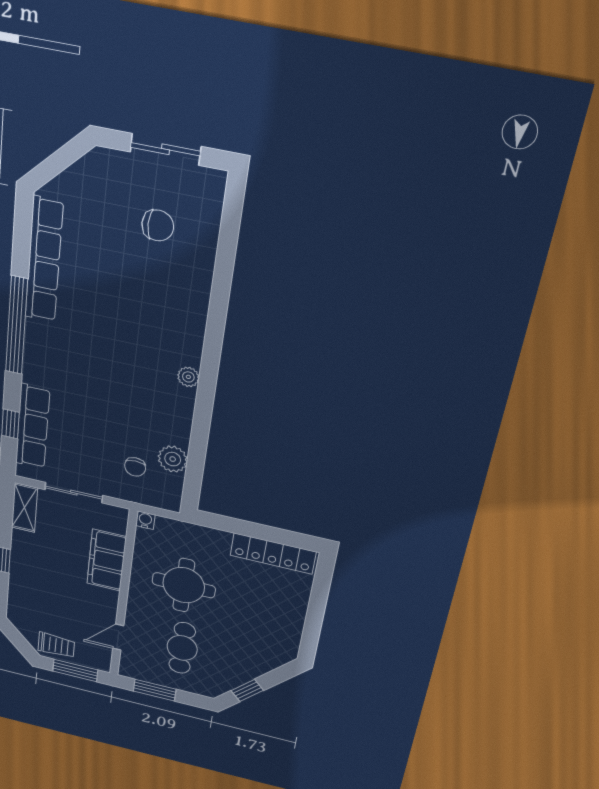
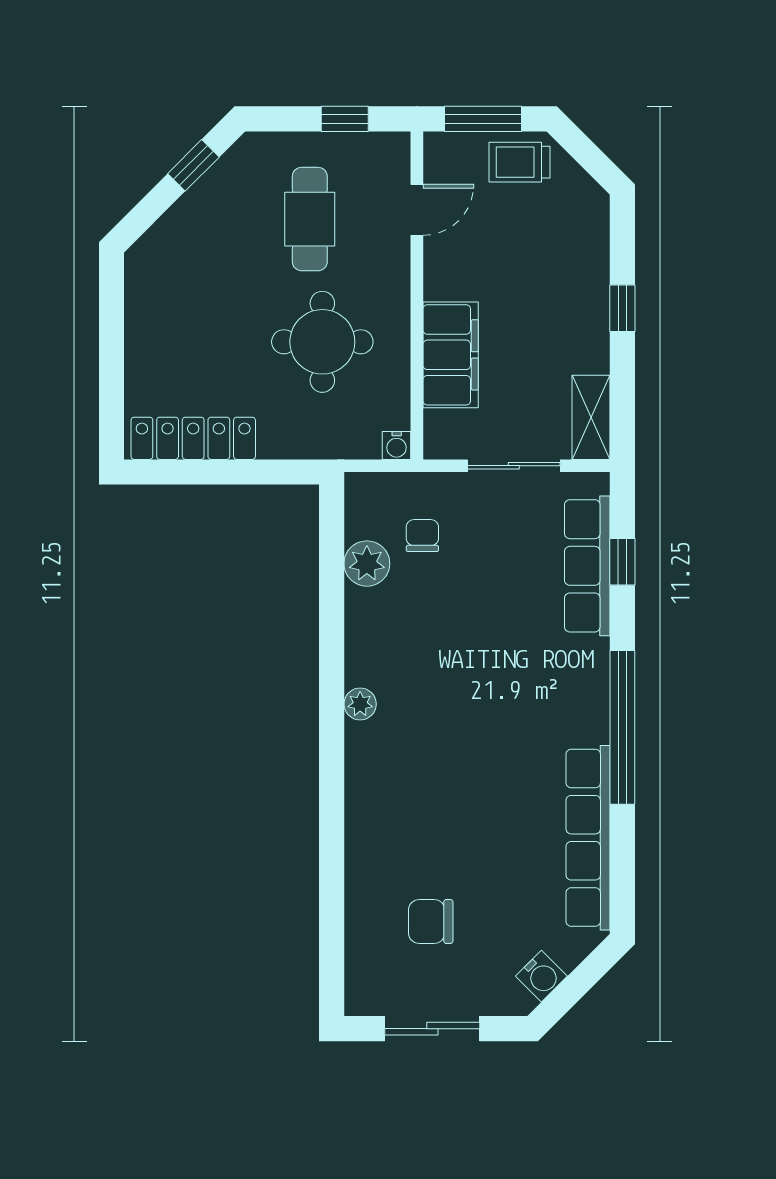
water cooler: (84, 172) -> (541, 976), added
window: (155, 690) -> (345, 119), width x0.67

